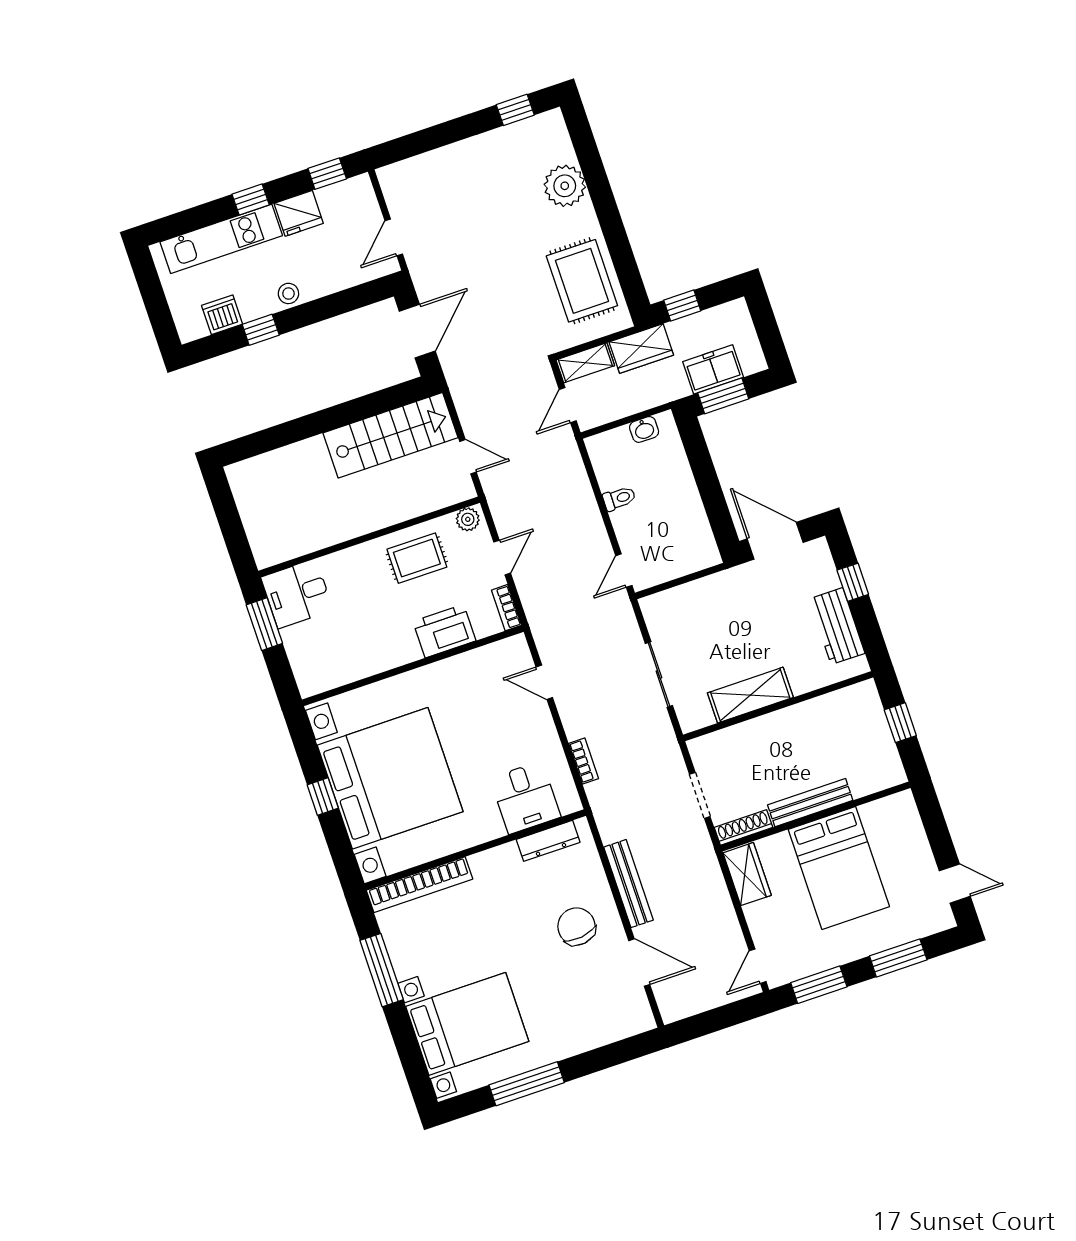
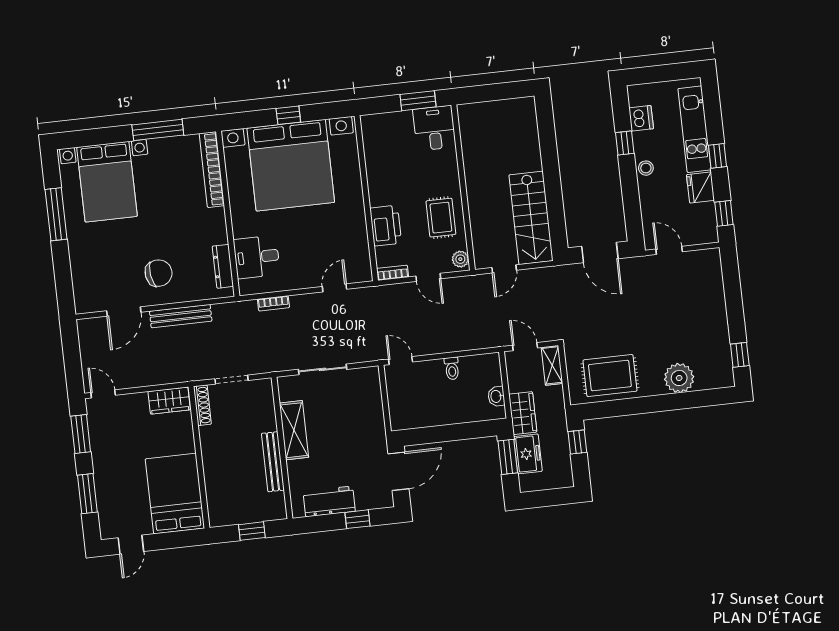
wardrobe: (641, 349) -> (523, 413), moved, turned 180
bench: (810, 803) -> (273, 462), moved
bed: (839, 868) -> (175, 494), moved, turned 90

